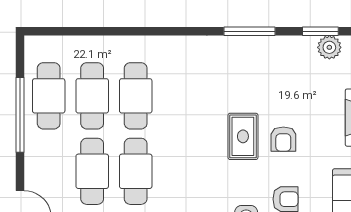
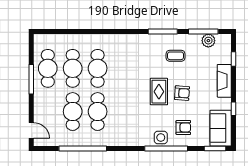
window: (320, 31) -> (203, 31), width x1.44
coffee table: (272, 74) -> (176, 56), added
window: (20, 115) -> (31, 79), width x0.68
armchair: (283, 139) -> (182, 93), turned -86

